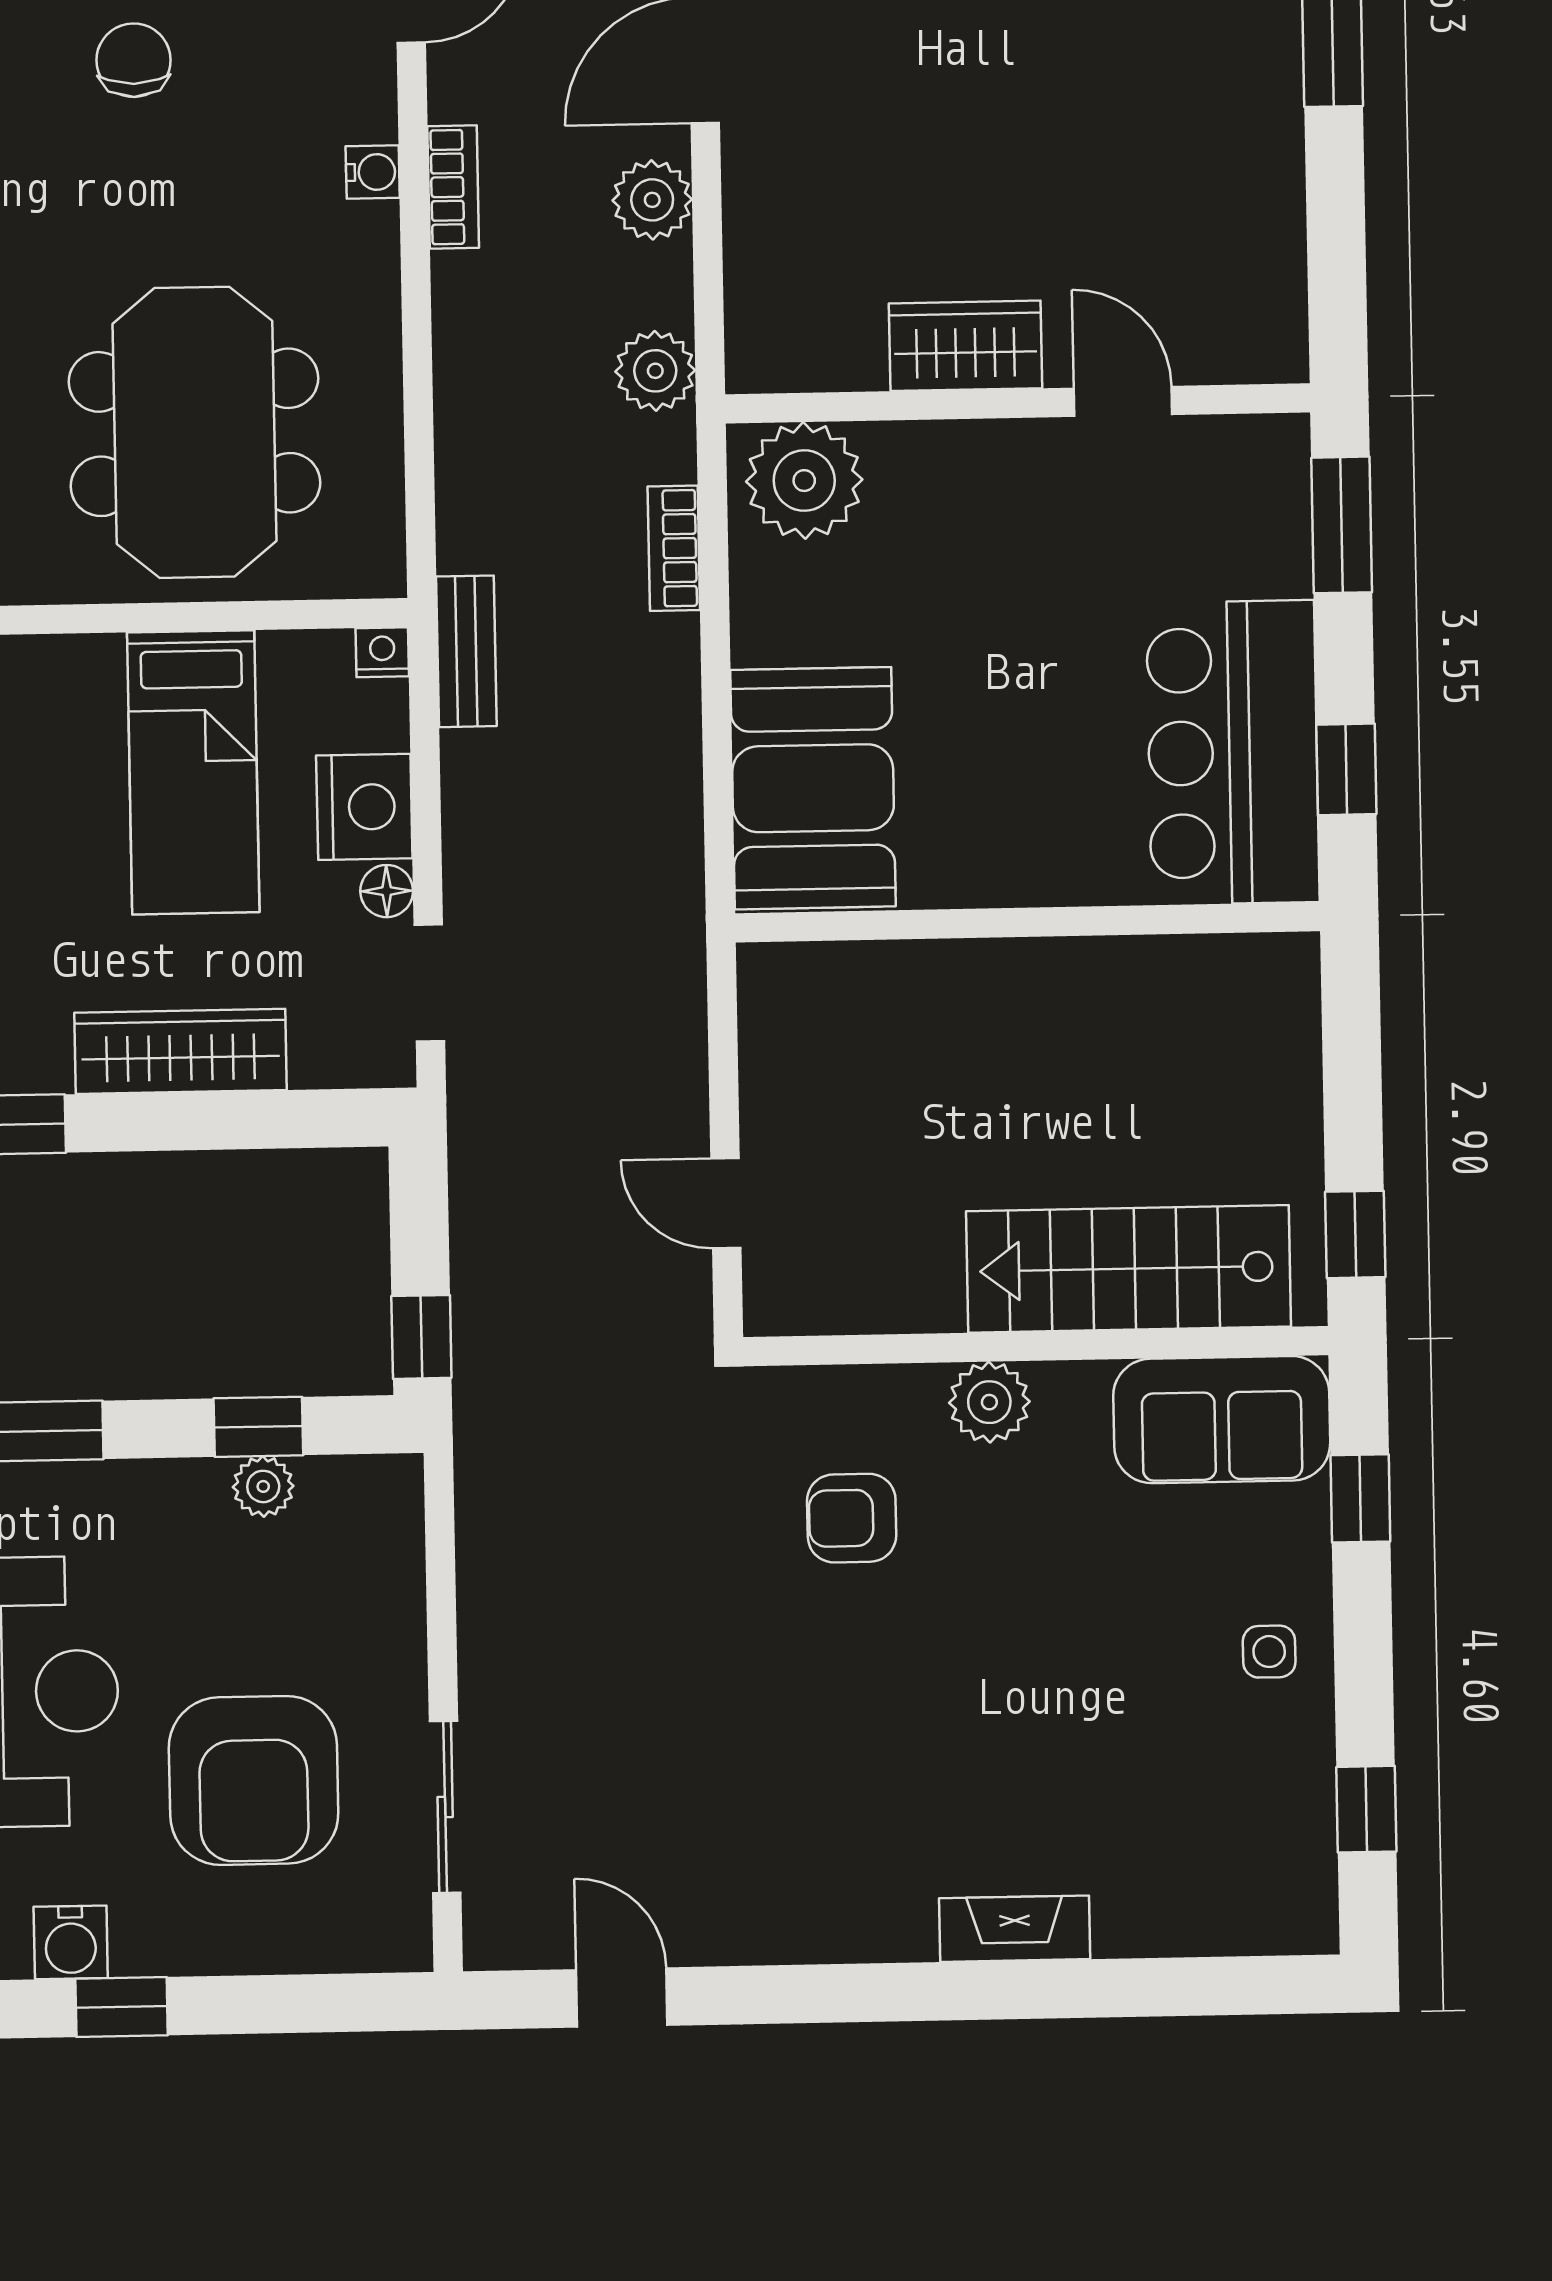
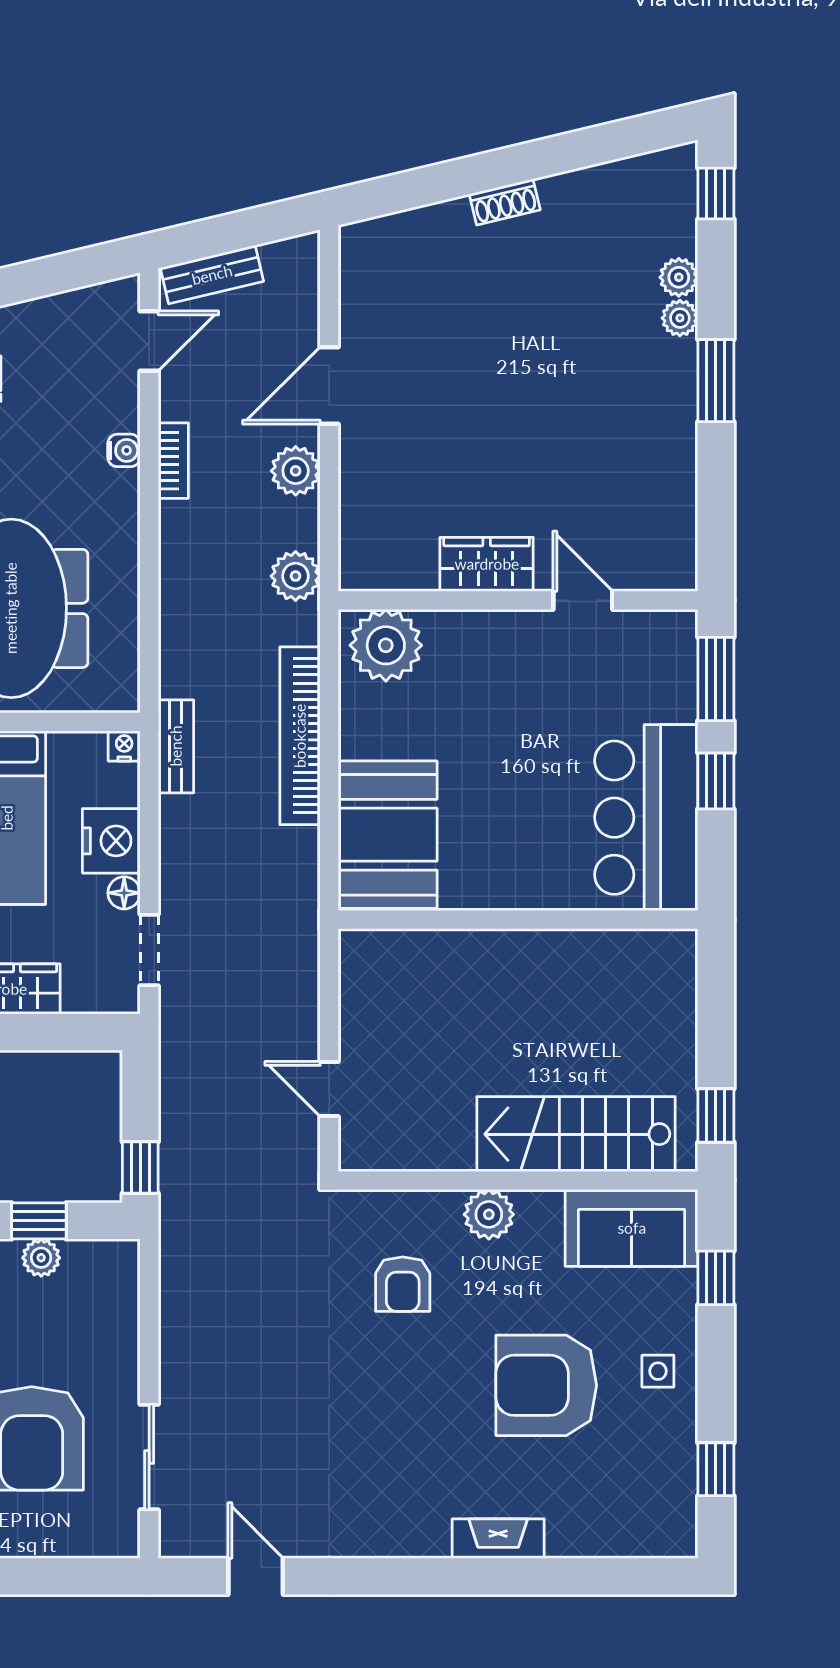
bookcase: (674, 548) -> (300, 736), width x2.31, depth x1.31
window: (1346, 769) -> (716, 781), moved
armchair: (852, 1518) -> (403, 1284), turned -90
armchair: (1088, 1678) -> (546, 1385), added

